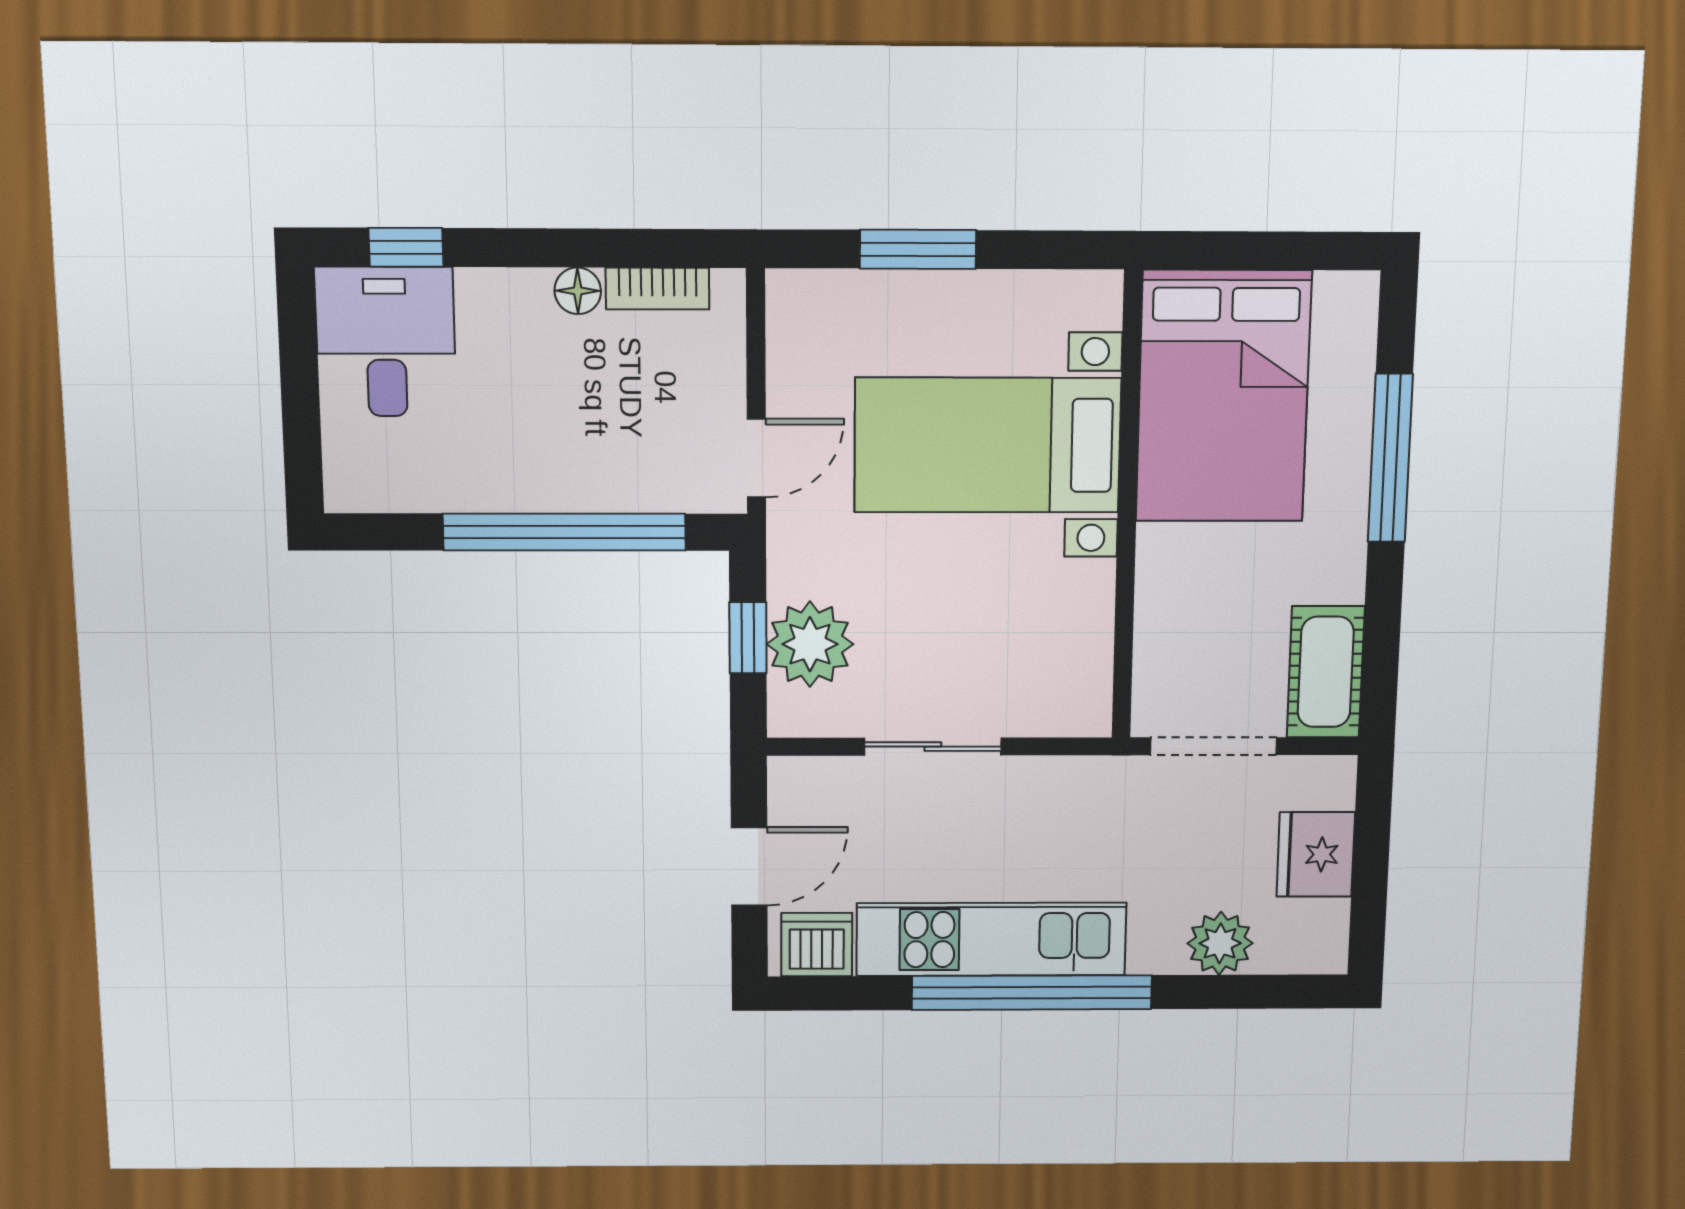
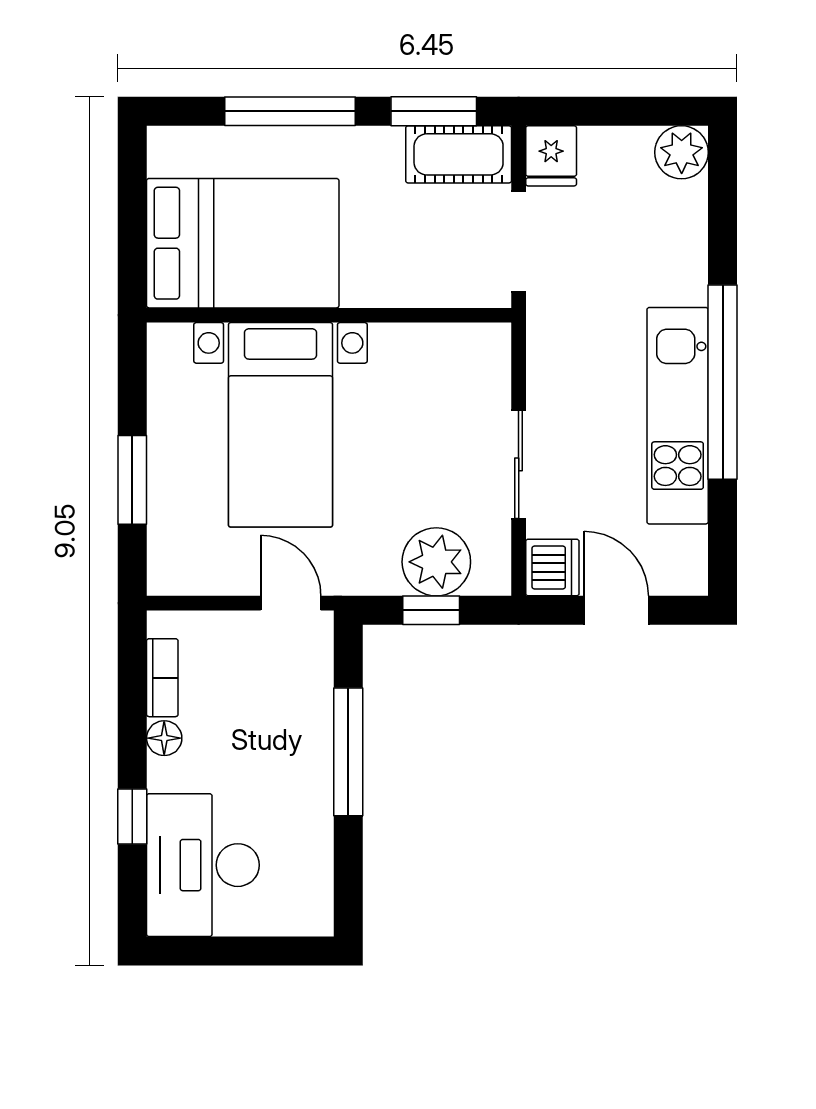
window: (406, 247) -> (132, 816), moved
desk: (386, 342) -> (203, 865), width x1.37
window: (564, 532) -> (348, 752), width x0.68
window: (1381, 641) -> (434, 111), added
fridge: (1316, 854) -> (551, 156), moved, width x0.72
plant: (1220, 943) -> (682, 152), moved
dishwasher: (817, 945) -> (552, 567), moved, turned 180

